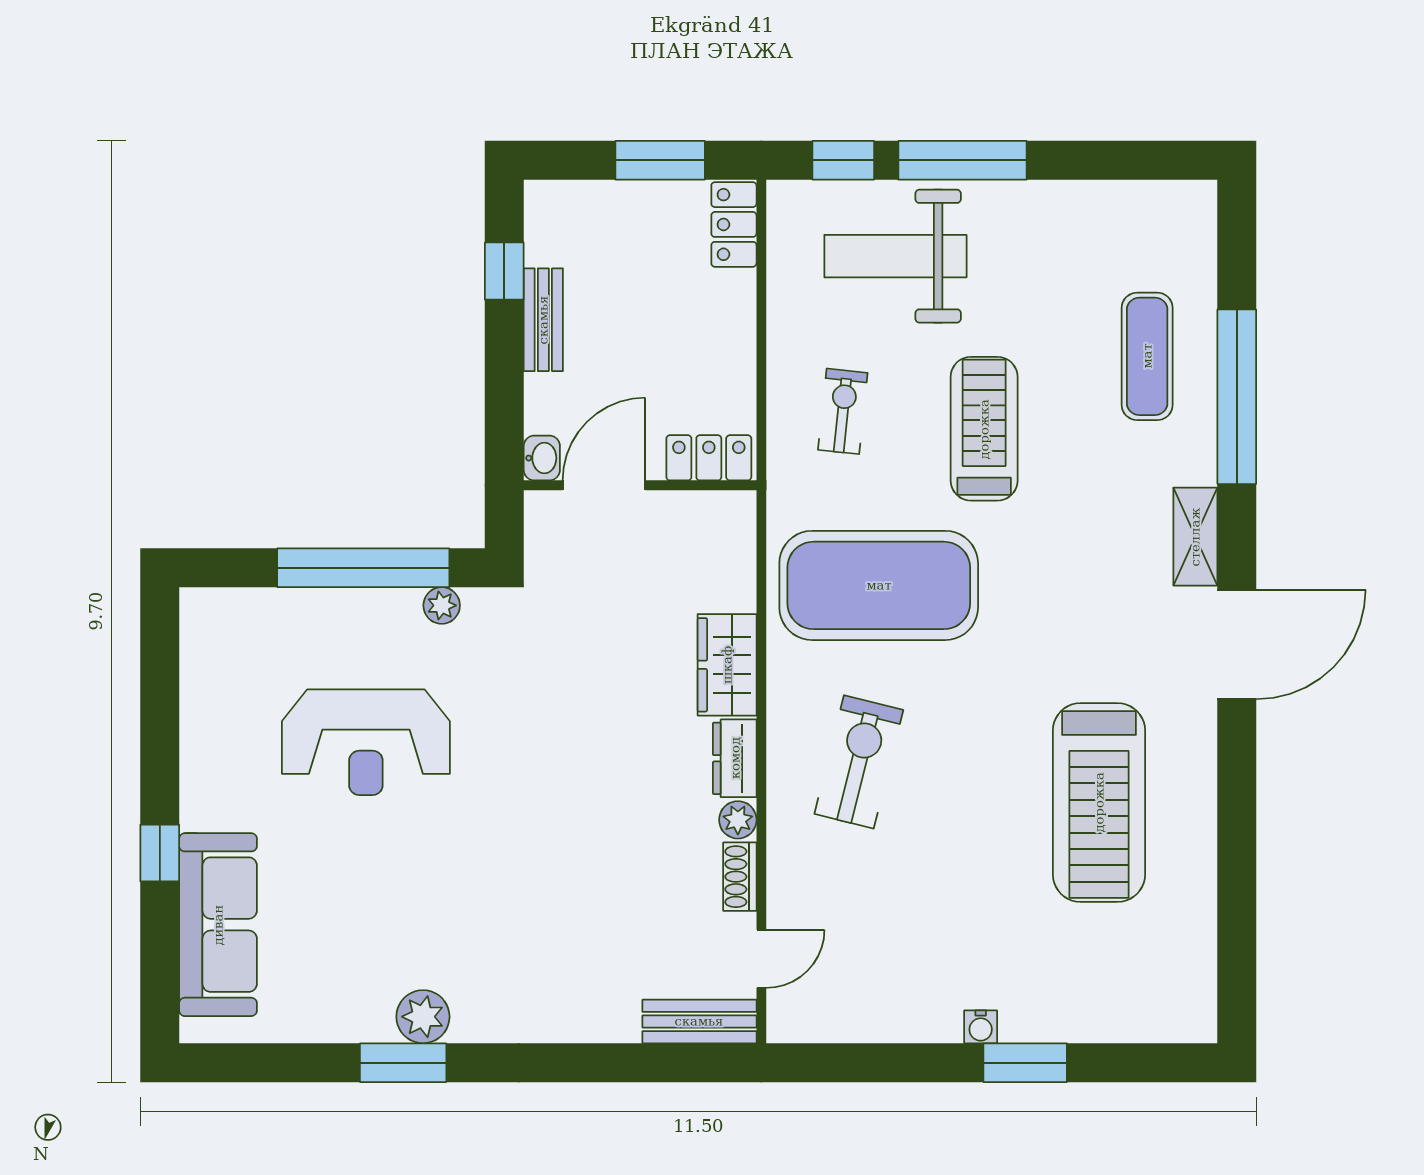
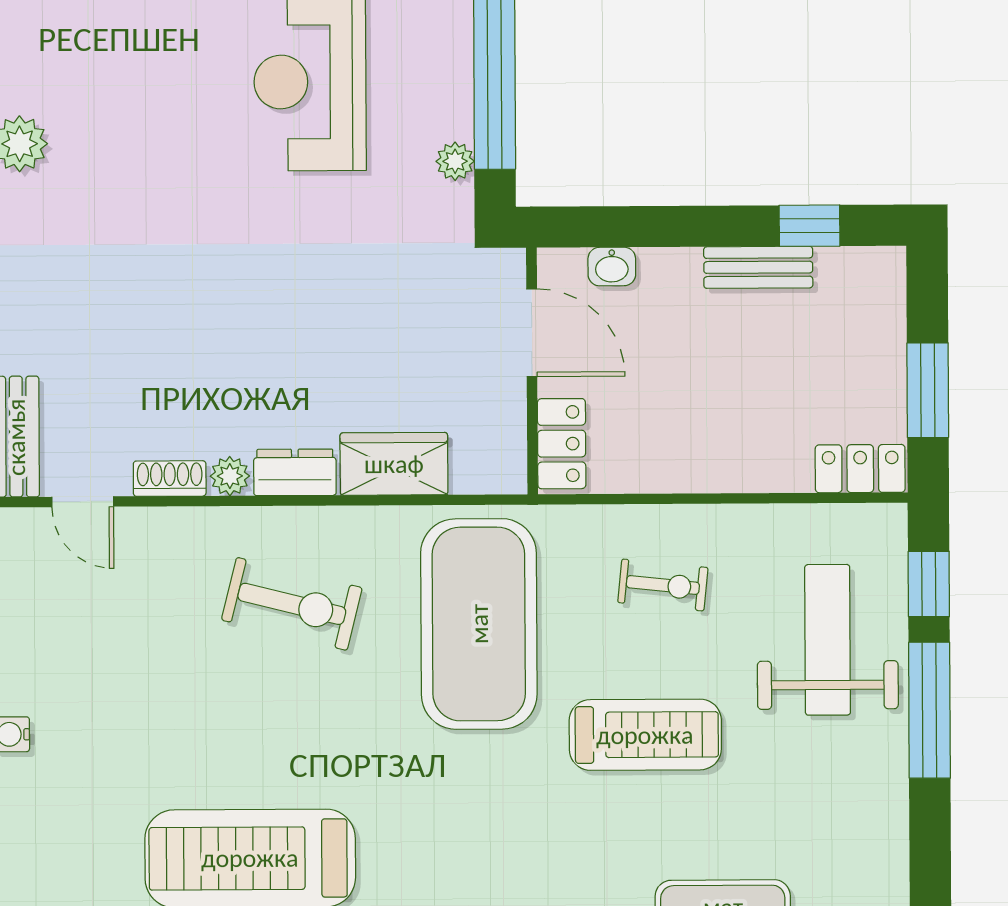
locker: (709, 458) -> (562, 444), moved
door: (604, 485) -> (532, 333), moved
wall: (640, 485) -> (532, 371), moved

